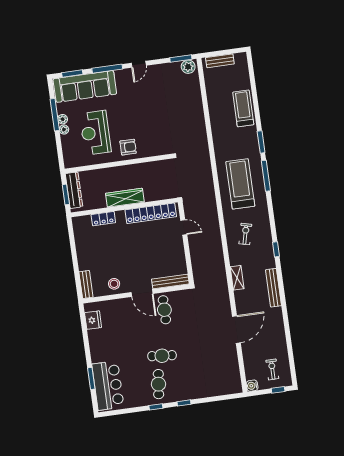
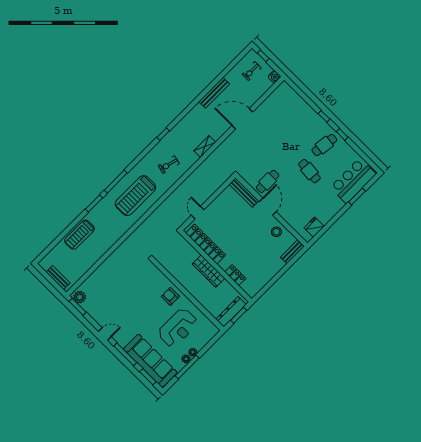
bench: (274, 288) -> (214, 93), moved
cafe table: (162, 356) -> (309, 171), moved

